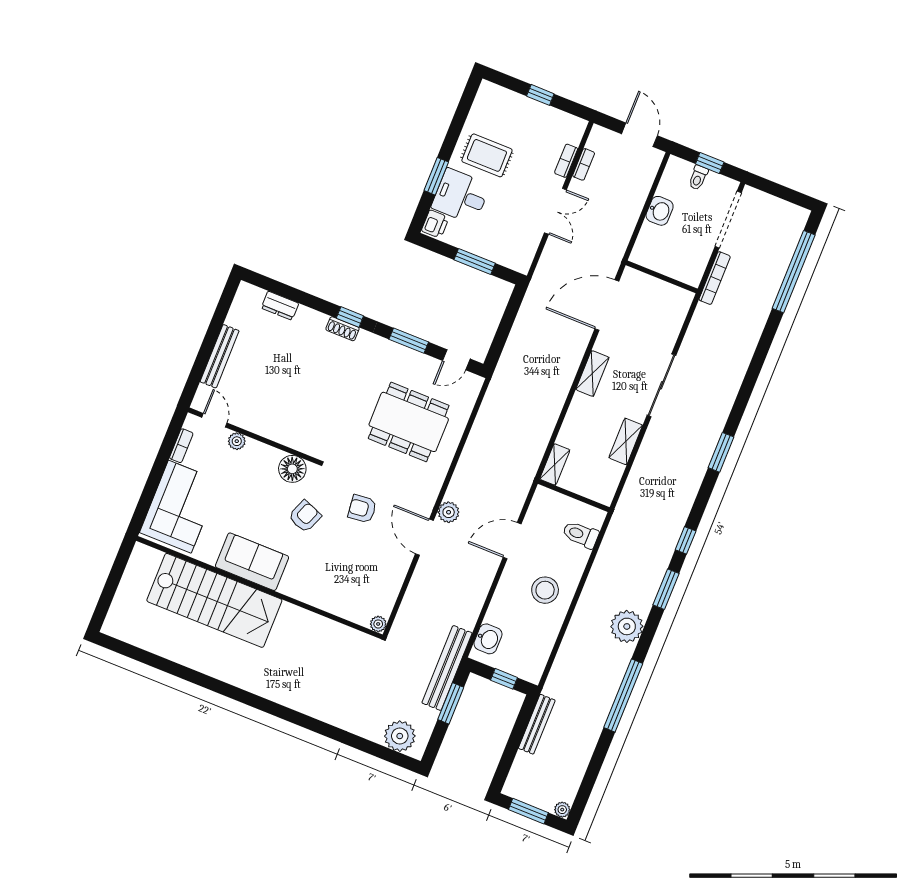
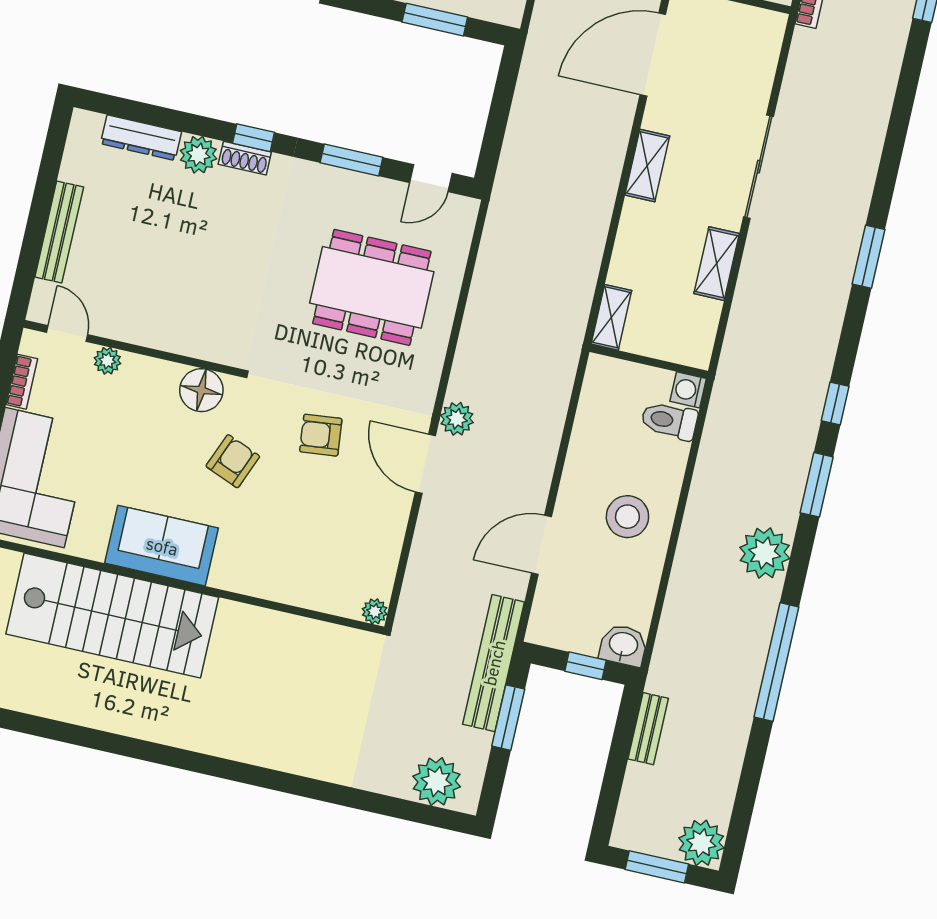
dresser: (280, 306) -> (141, 138), width x1.44
plant: (314, 322) -> (198, 155), added
washing machine: (595, 517) -> (688, 390), added
door: (512, 541) -> (541, 545), moved
washbasin: (488, 639) -> (623, 645), moved, turned -90
bench: (537, 724) -> (648, 729), width x0.73
plant: (562, 810) -> (701, 843), width x1.87, depth x1.87

